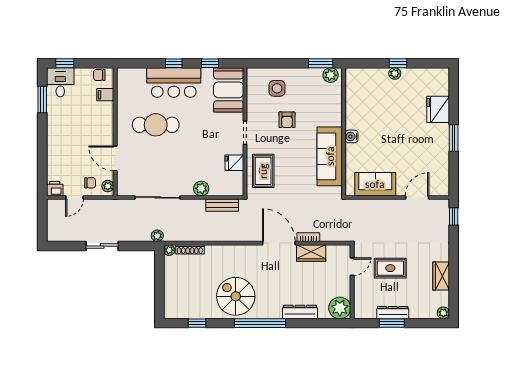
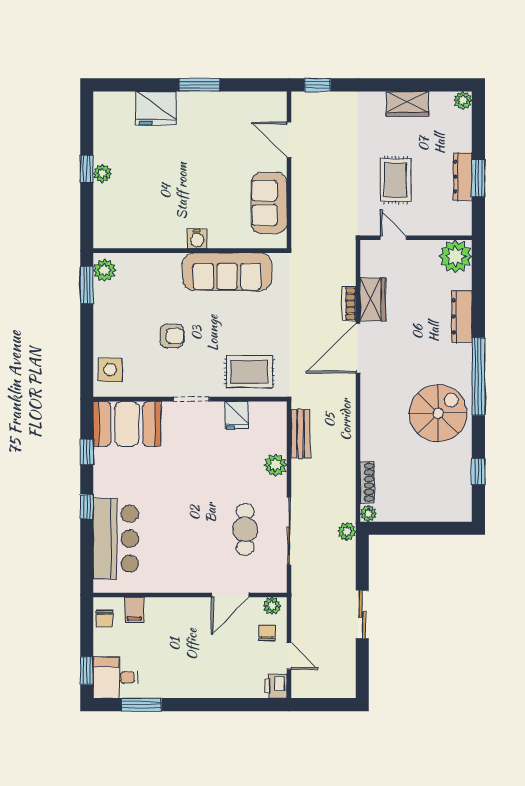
bar counter: (174, 82) -> (116, 539), moved
side table: (277, 88) -> (110, 370), moved
cafe table: (156, 125) -> (245, 530), moved, width x0.73, depth x0.74
spiral stairs: (236, 296) -> (438, 413), turned 180

